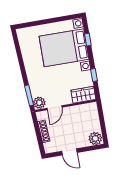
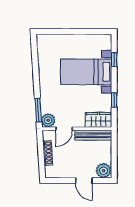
bed with nightstands: (64, 48) -> (86, 72), width x0.73
bench: (81, 109) -> (93, 135), added
door: (69, 152) -> (84, 181), moved

